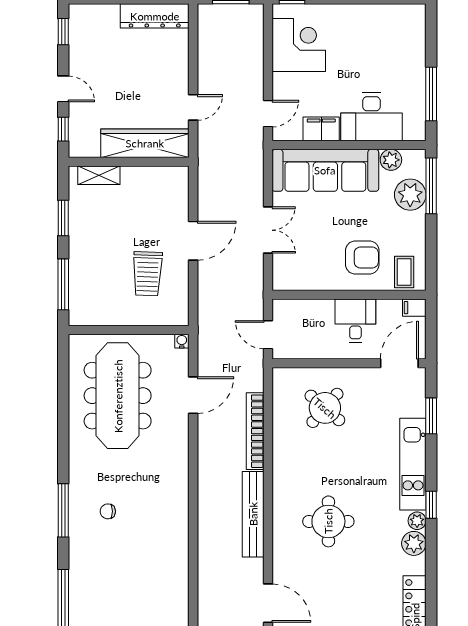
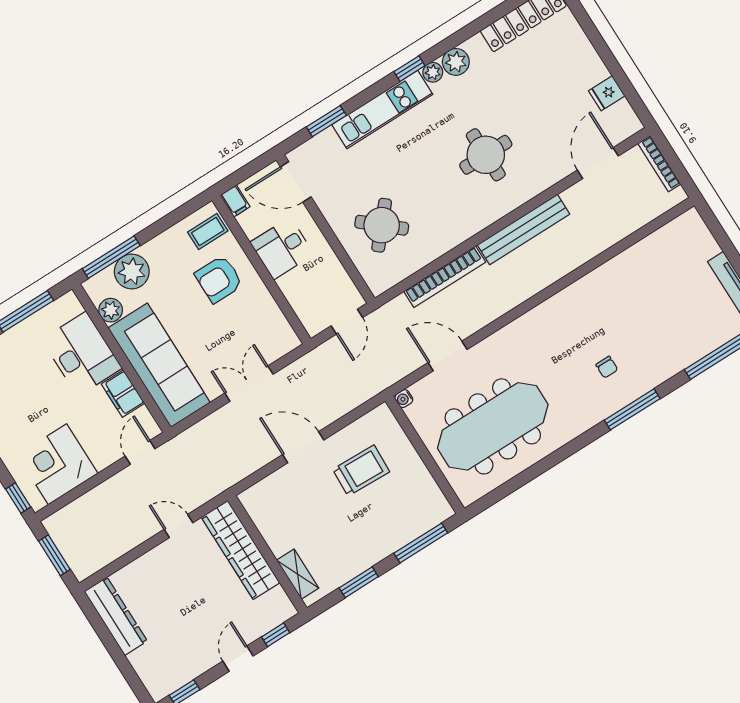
door: (268, 114) -> (140, 452), hinge flipped
armchair: (362, 258) -> (219, 279), turned -90

